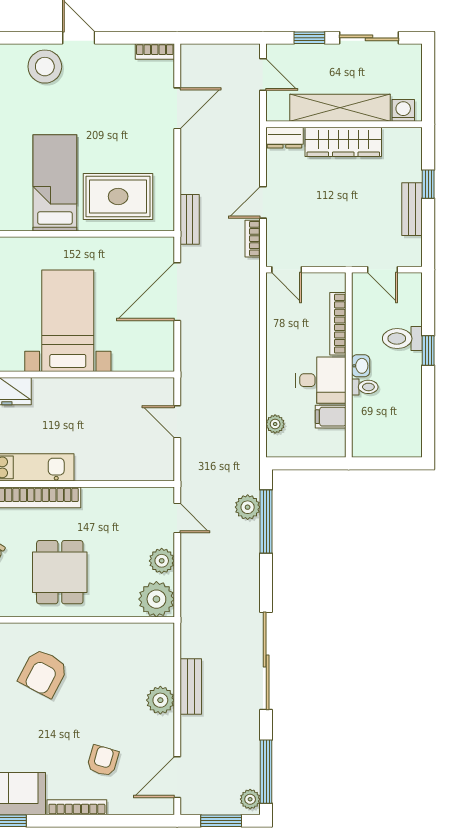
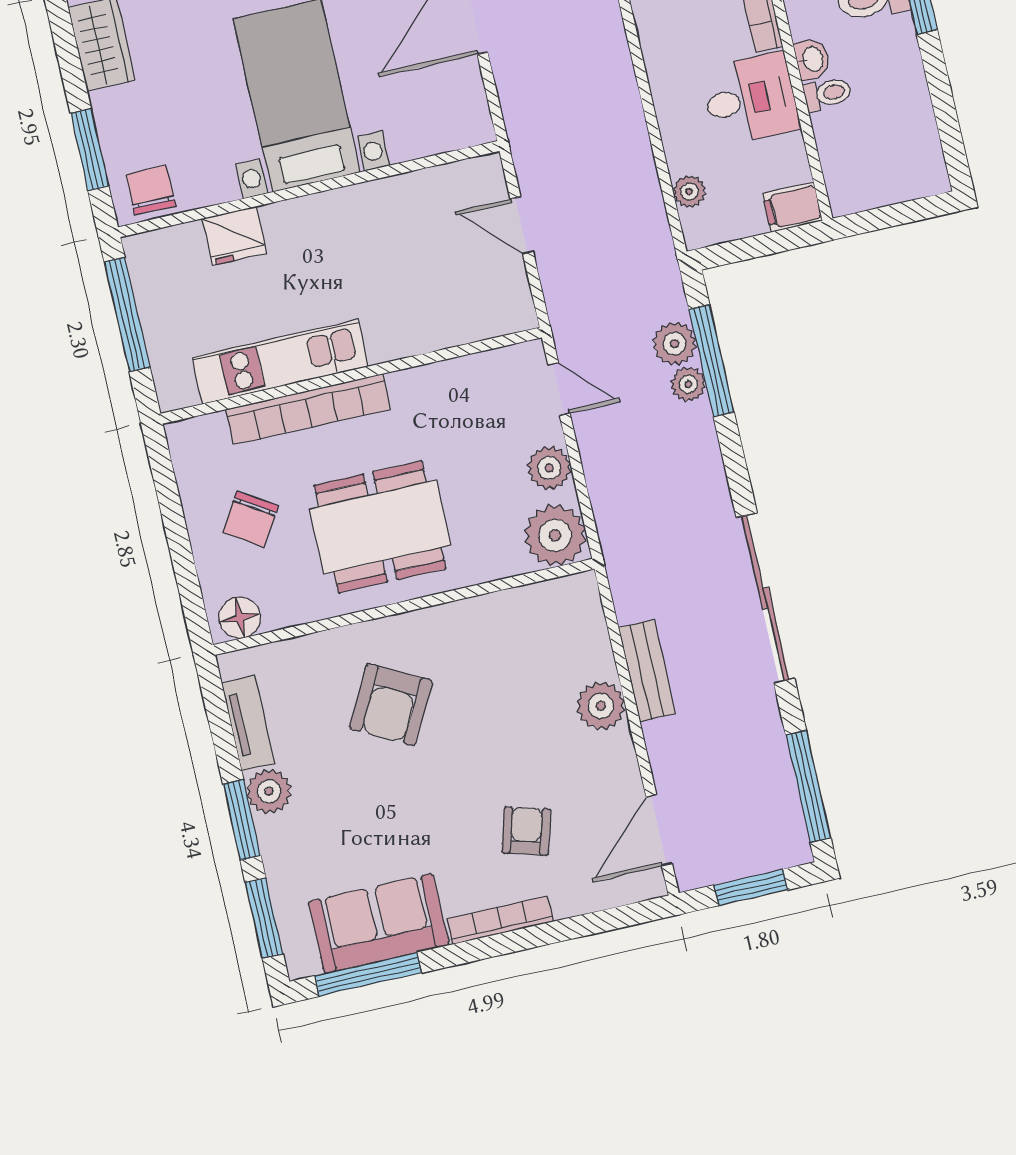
filing cabinet: (331, 417) -> (792, 207), moved
dining table: (60, 572) -> (380, 527), width x1.38
plant: (250, 799) -> (688, 384), moved

